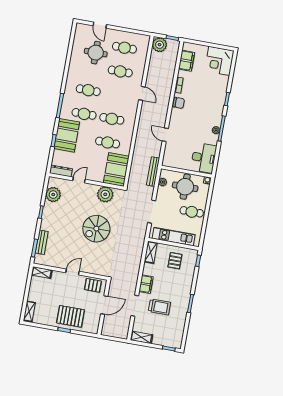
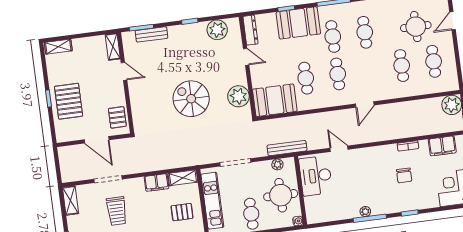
door: (142, 93) -> (365, 104), moved
chair: (179, 103) -> (404, 175), moved
door: (165, 135) -> (339, 149), hinge flipped
desk: (204, 158) -> (316, 176), moved, turned 90
door: (72, 272) -> (124, 71), moved
filing cabinet: (146, 284) -> (157, 183), moved

